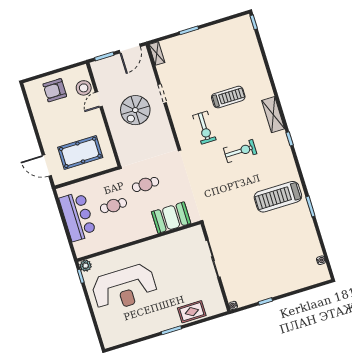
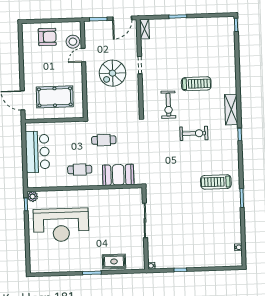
armchair: (55, 90) -> (47, 37), turned 180
treadmill: (278, 197) -> (216, 182), width x0.73, depth x0.73
cafe table: (113, 206) -> (80, 170), moved

